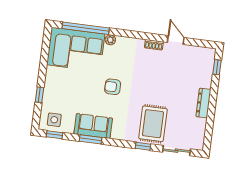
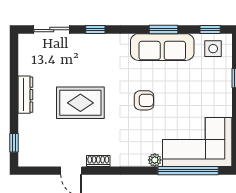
rug: (153, 124) -> (80, 103), moved, turned 90
sofa: (93, 126) -> (162, 47), width x1.36

